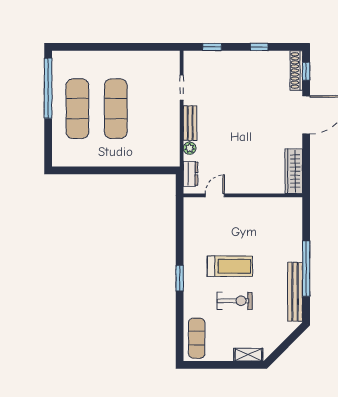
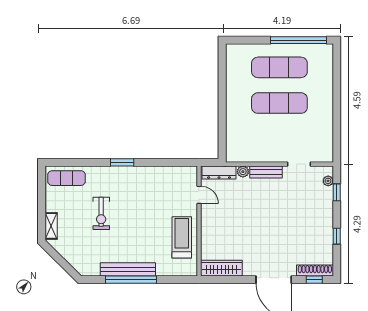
plant: (200, 56) -> (328, 181), added
dresser: (191, 174) -> (219, 172), width x1.44
treadmill: (230, 266) -> (182, 237), moved, turned 180
bench: (295, 292) -> (128, 269), moved

